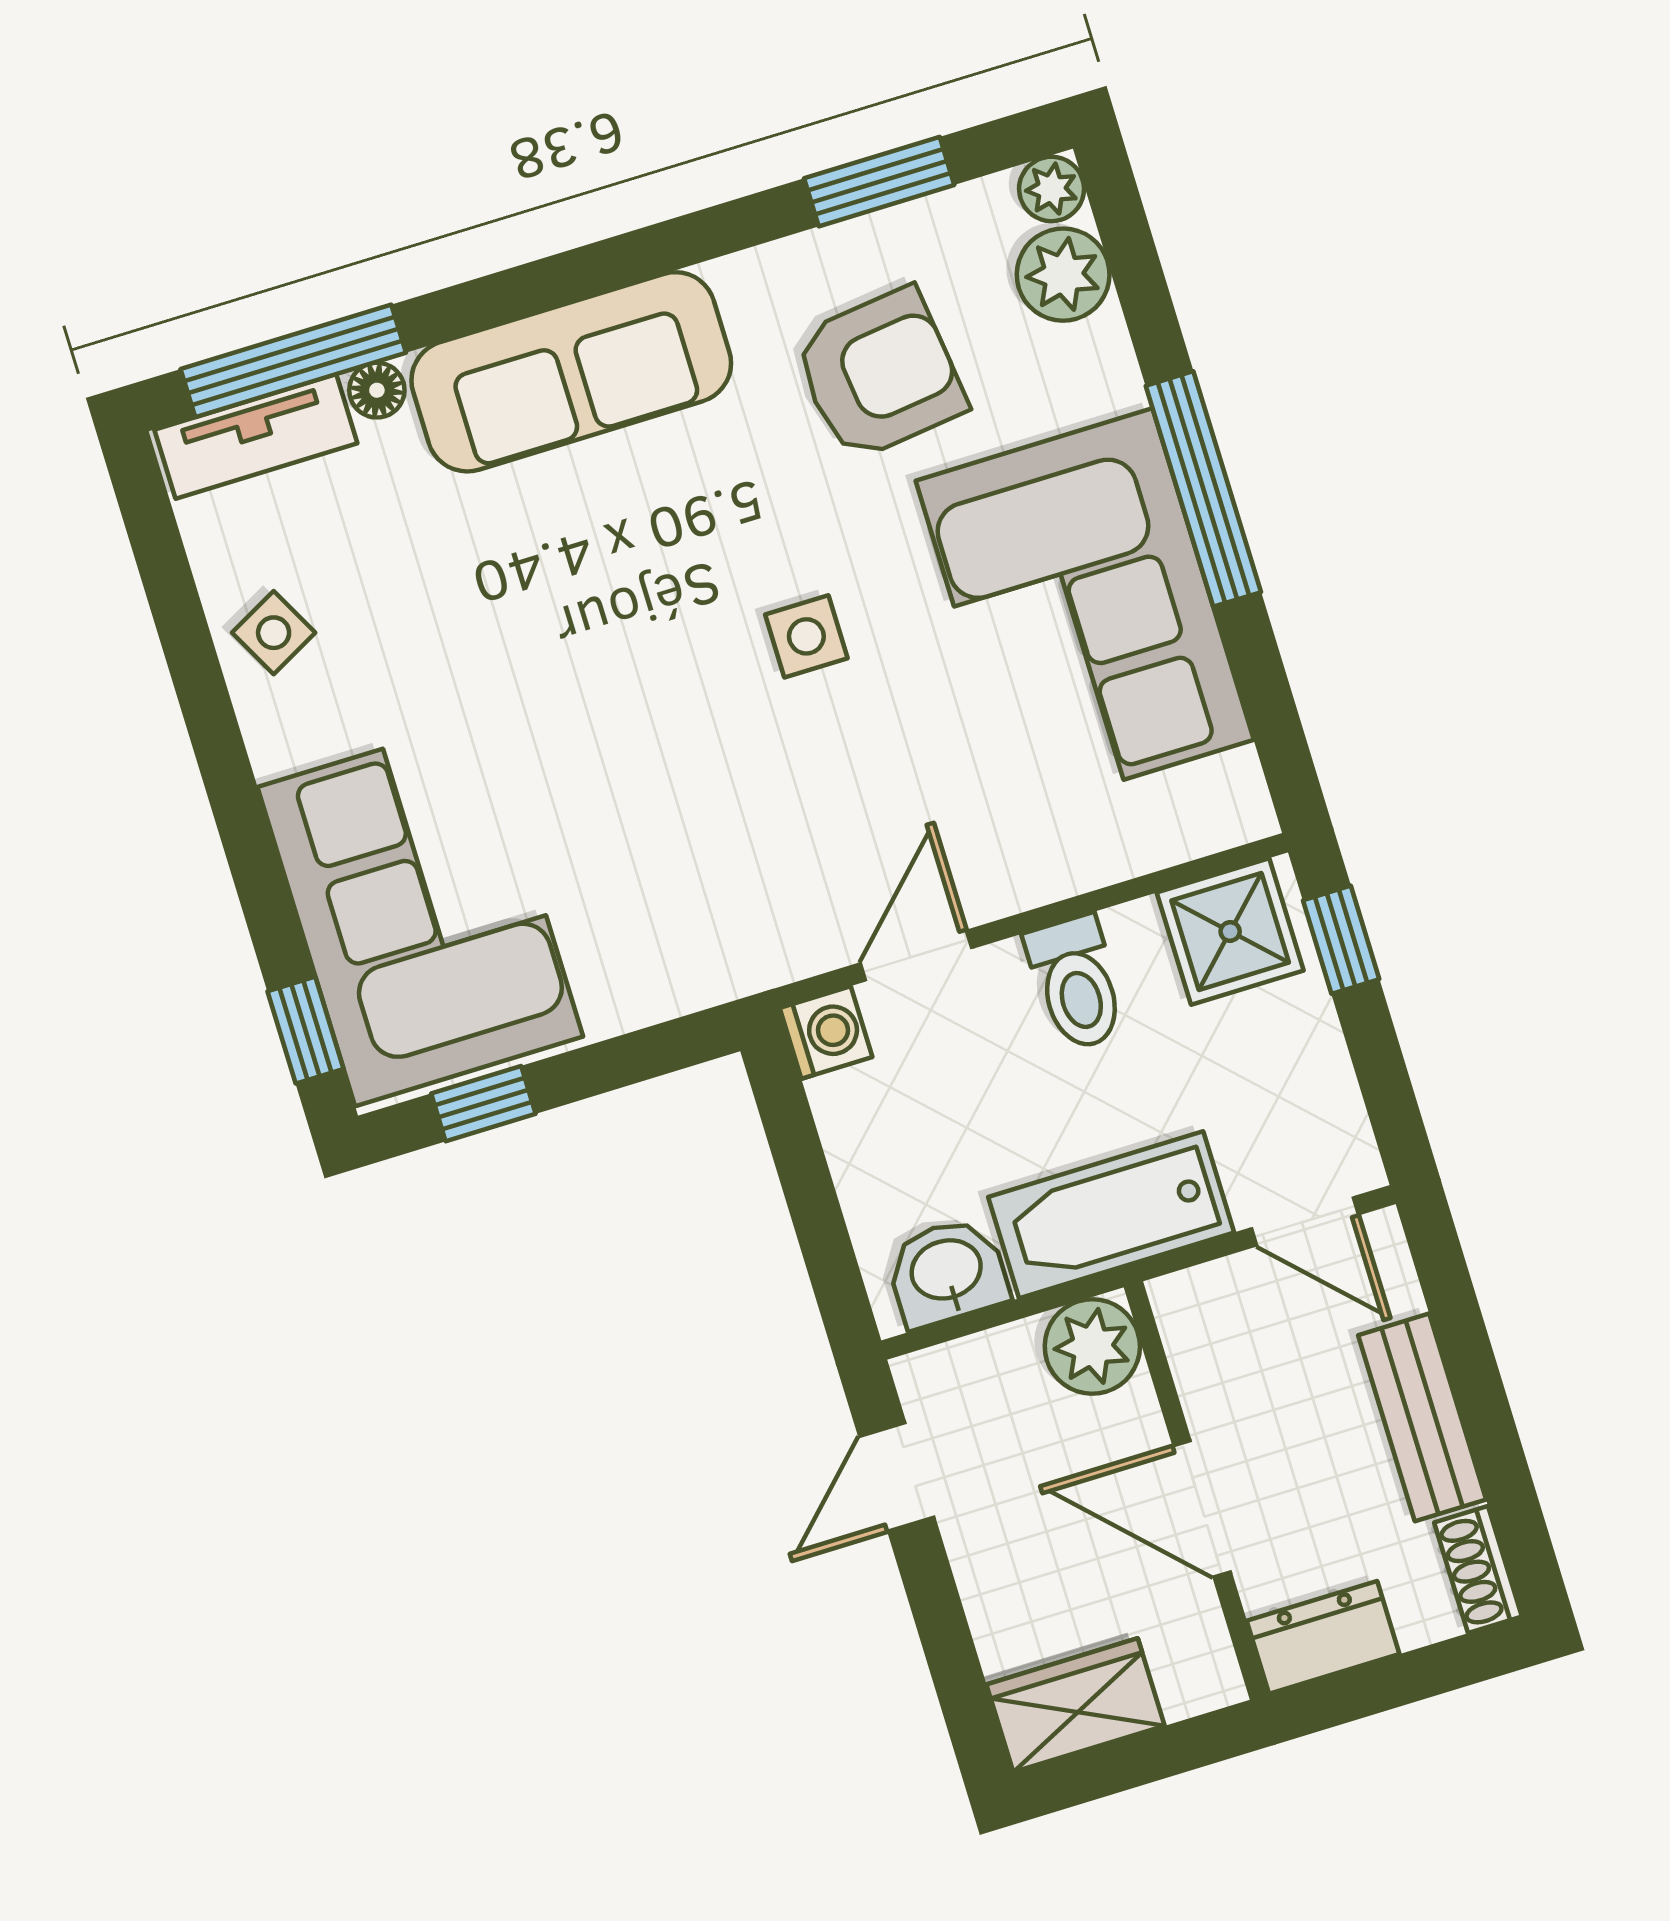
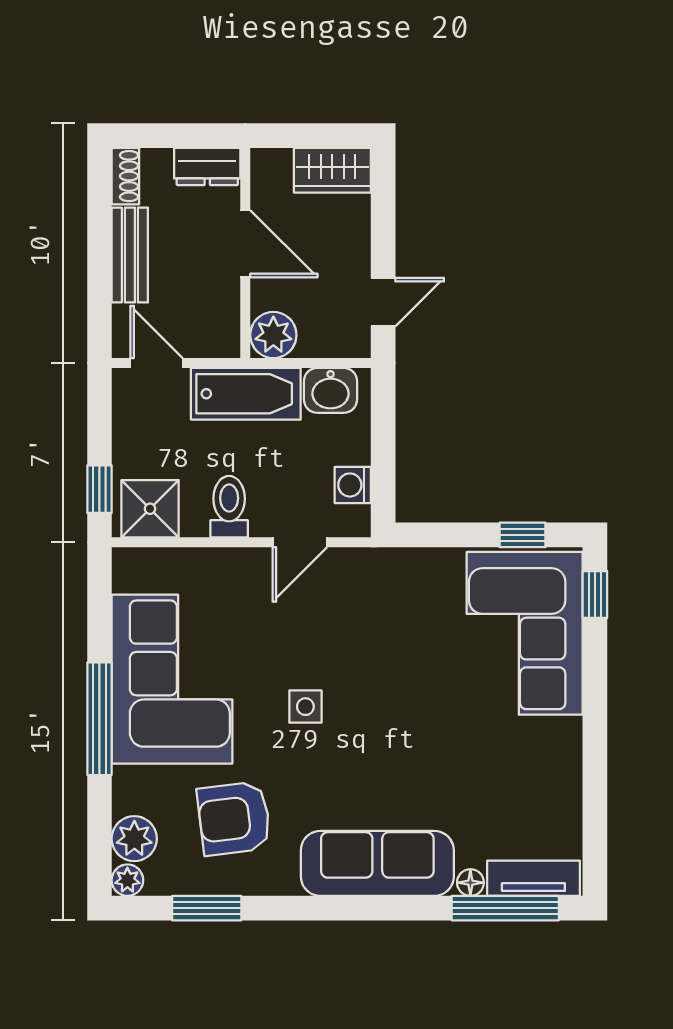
side table: (274, 633) -> (553, 784), removed
washing machine: (826, 1032) -> (353, 485), moved

